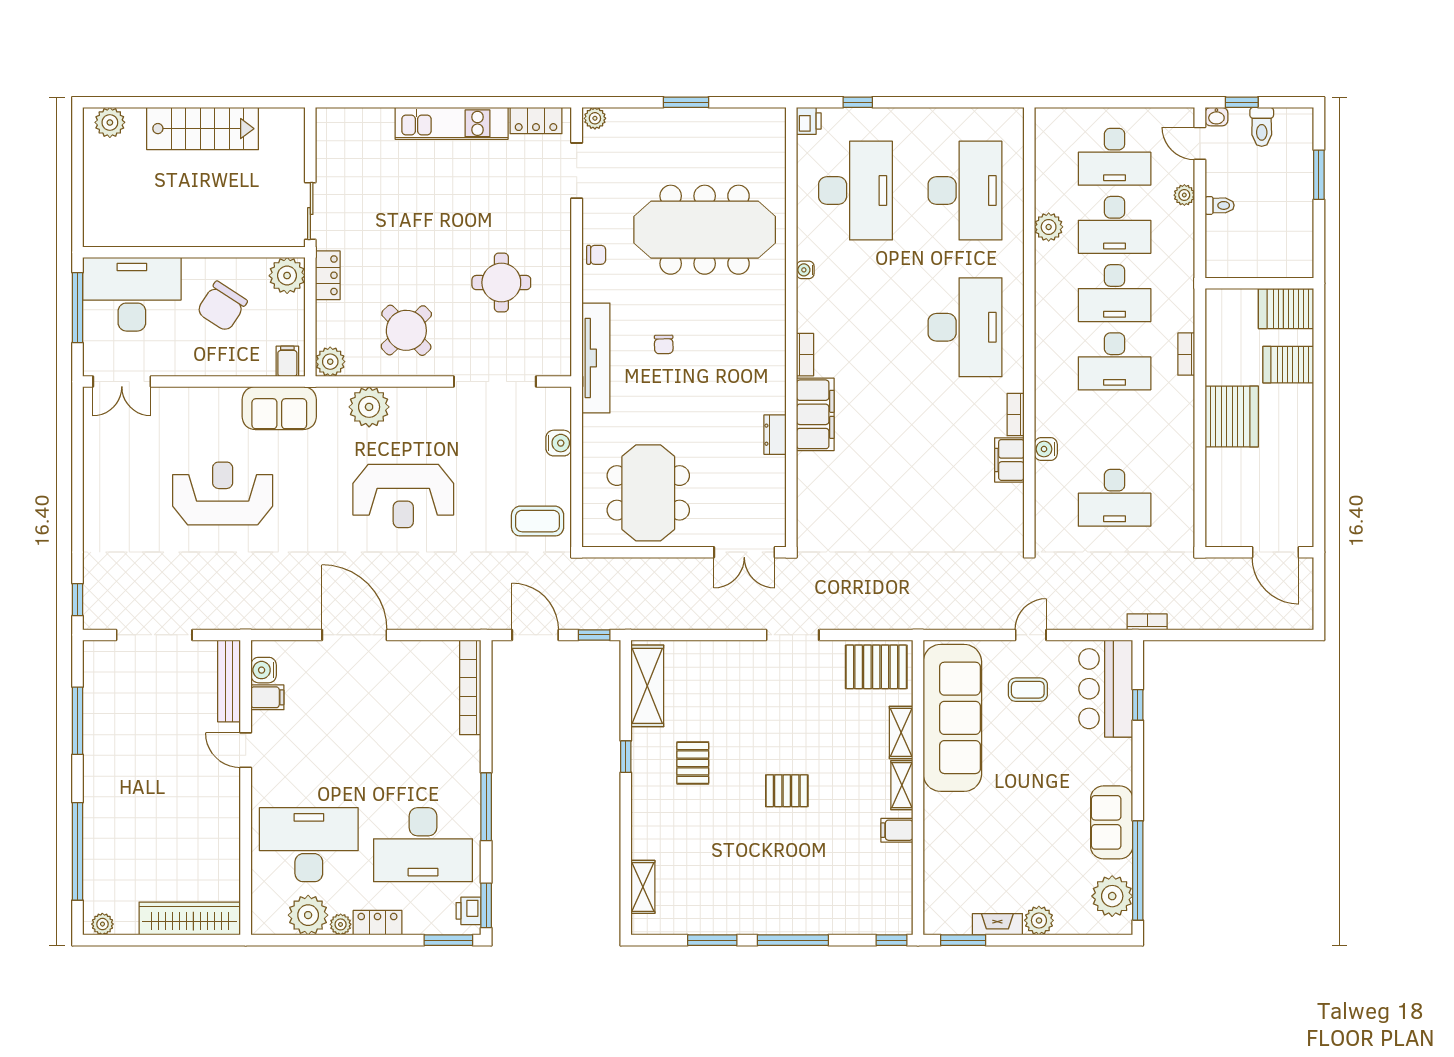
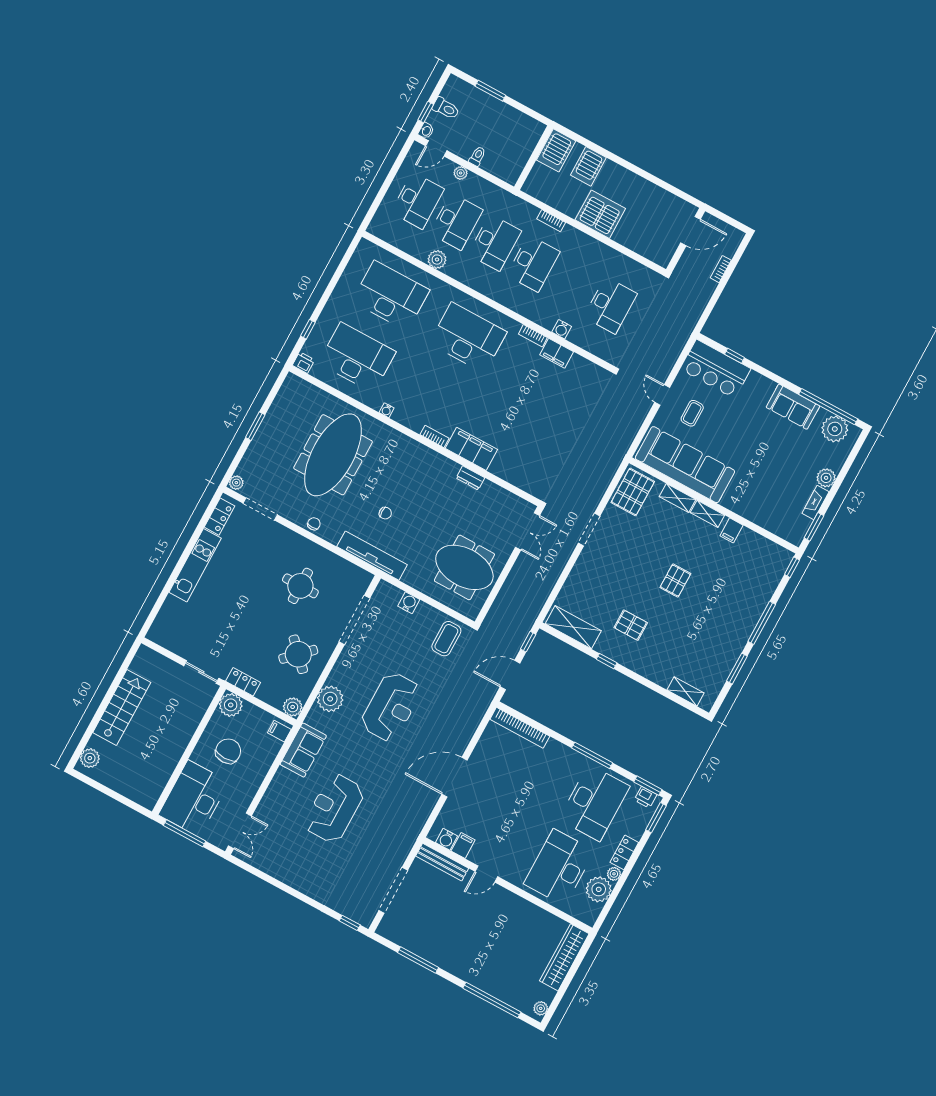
chair: (222, 306) -> (228, 751), turned -123
bookcase: (1147, 622) -> (721, 269), moved

